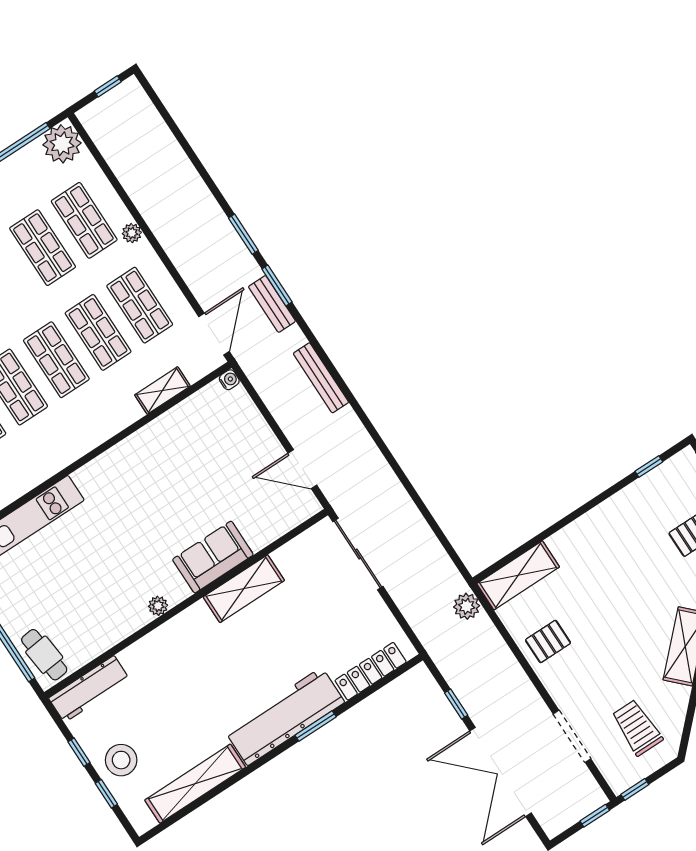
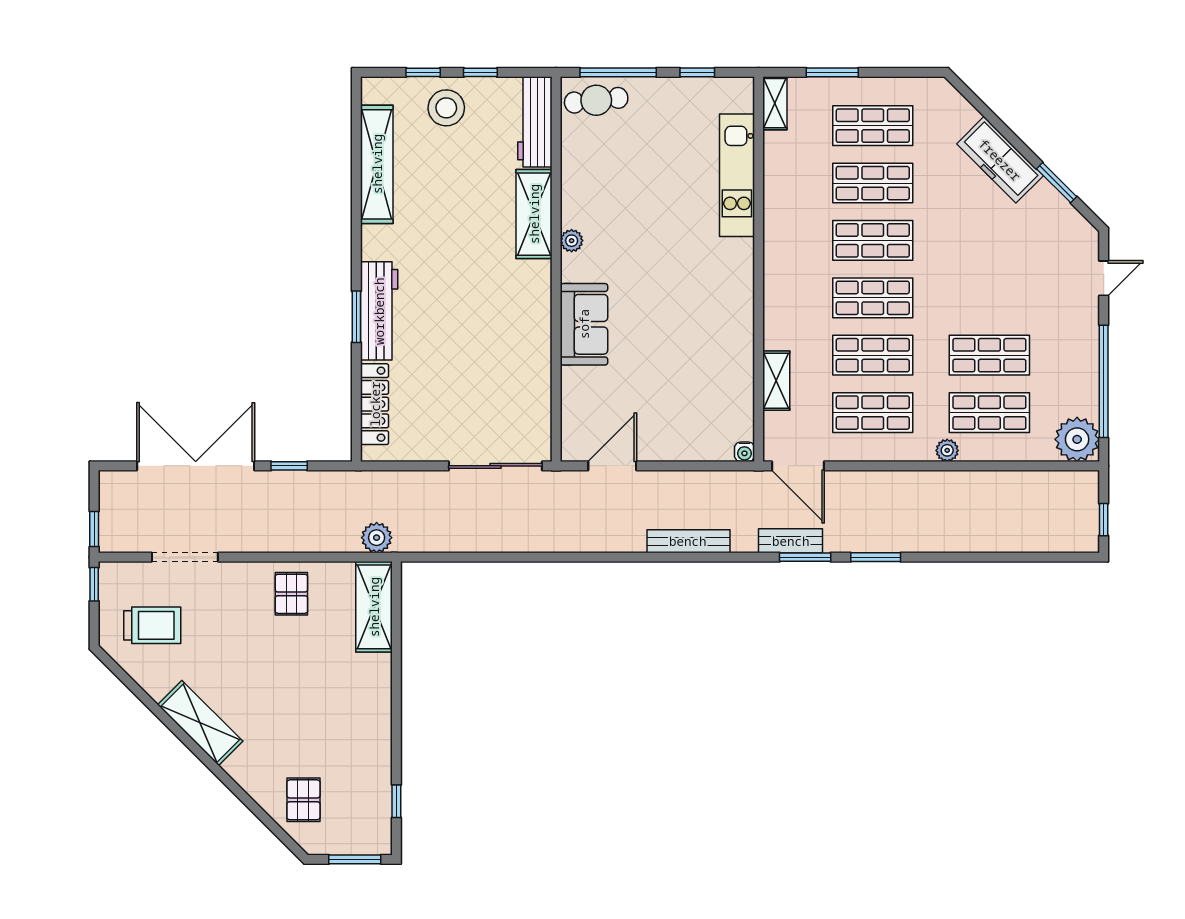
shelving: (244, 589) -> (534, 214), moved
workbench: (285, 716) -> (379, 311), width x0.73, depth x0.76

